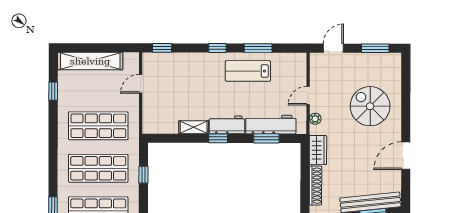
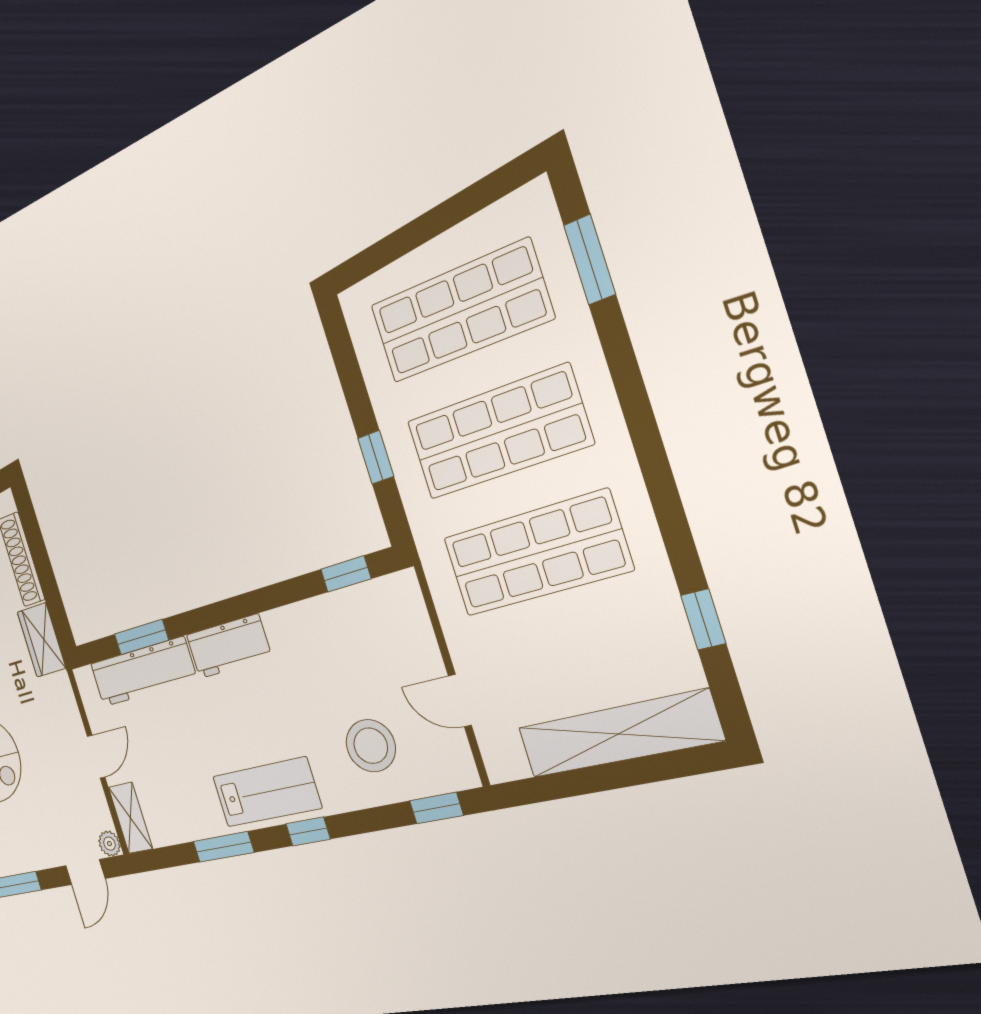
lab bench: (248, 71) -> (266, 792), moved
stool: (180, 75) -> (371, 746), added
door: (141, 84) -> (460, 701), swing flipped
plant: (315, 119) -> (109, 844), moved
shelving: (194, 127) -> (130, 818), moved, turned 90
window: (218, 138) -> (346, 574), moved

